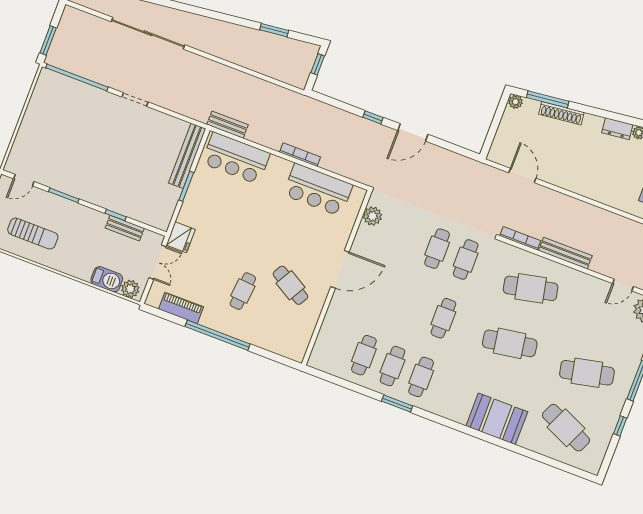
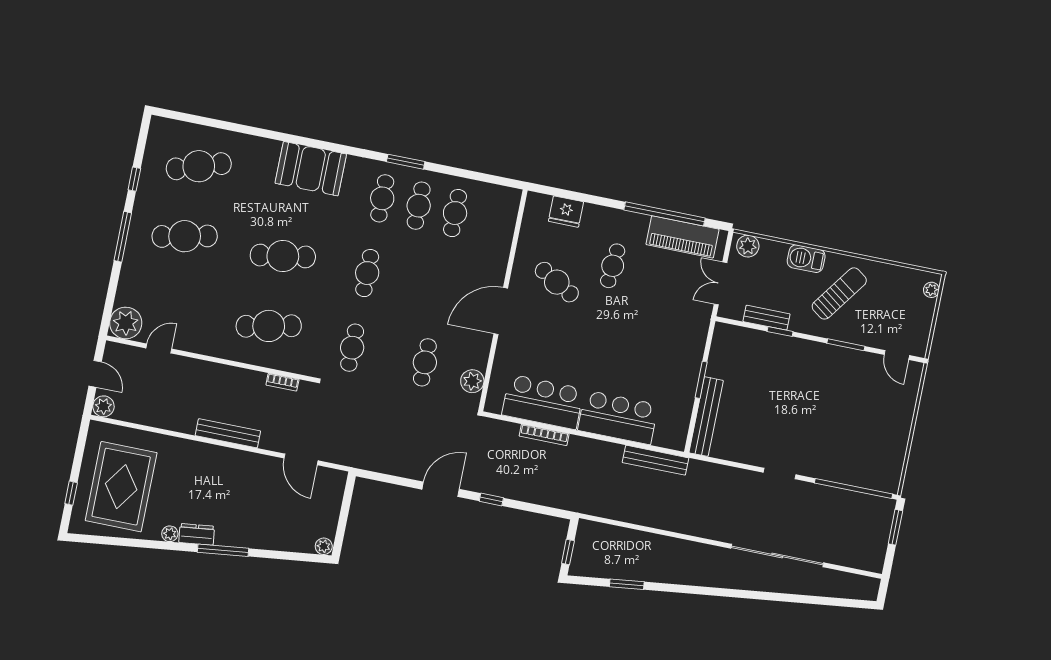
window: (548, 99) -> (223, 550), moved
shoe rack: (561, 113) -> (267, 542), removed
bench: (228, 125) -> (656, 460), width x1.36
bookcase: (300, 155) -> (544, 435), moved
bar counter: (236, 158) -> (618, 417), moved
door: (24, 180) -> (897, 355), swing flipped
sun lounger: (33, 234) -> (839, 293), moved, turned 126
fridge: (181, 237) -> (566, 212), moved, turned -90
bookcase: (520, 238) -> (282, 382), width x0.64
cafe table: (437, 249) -> (425, 362), moved
bench: (565, 253) -> (228, 433), moved
barbecue: (107, 279) -> (806, 259), moved
piano: (181, 308) -> (683, 237), width x1.37, depth x1.33
window: (218, 335) -> (665, 214), moved
booth: (497, 419) -> (311, 169), moved
cafe table: (566, 428) -> (199, 166), turned -42

